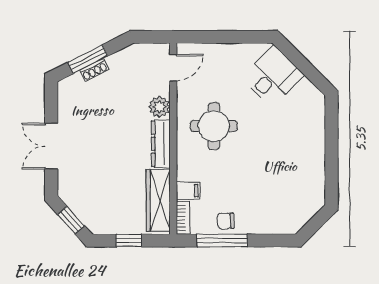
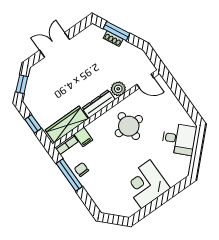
corner desk: (299, 155) -> (146, 184), added

